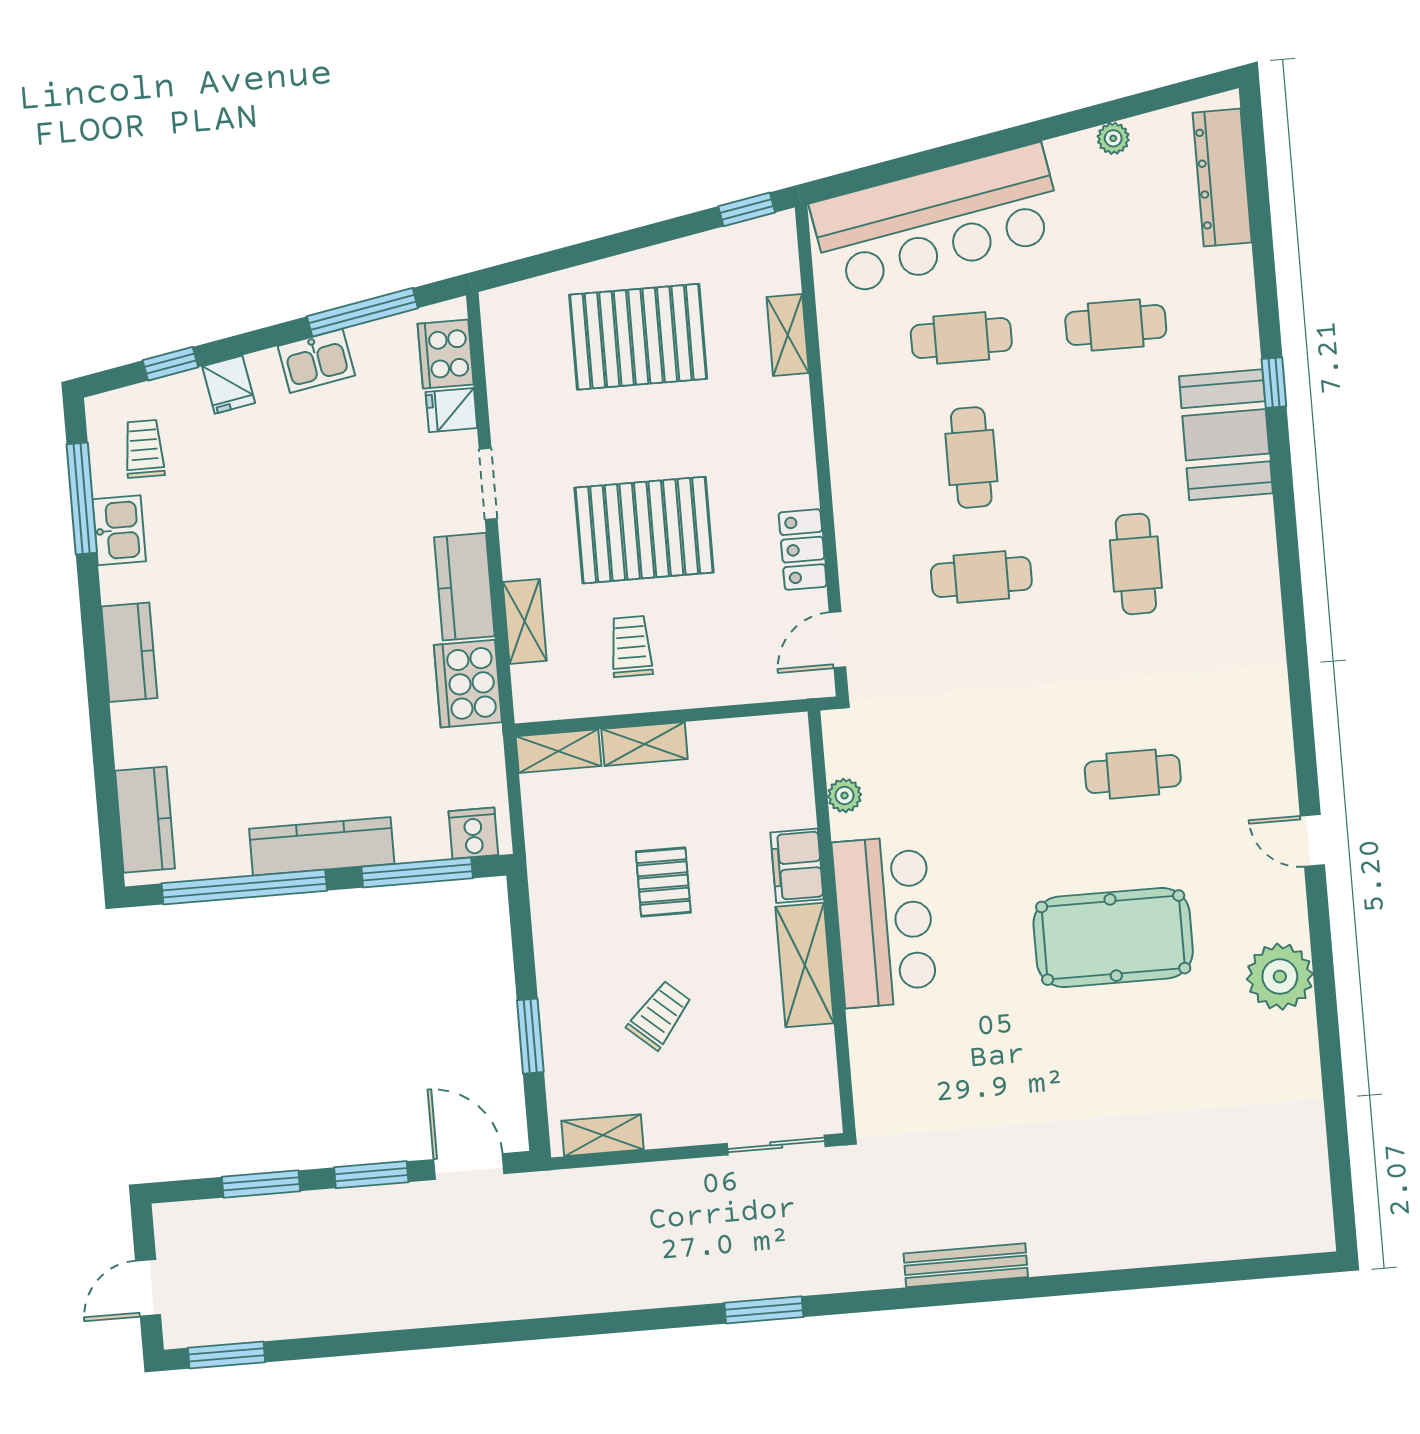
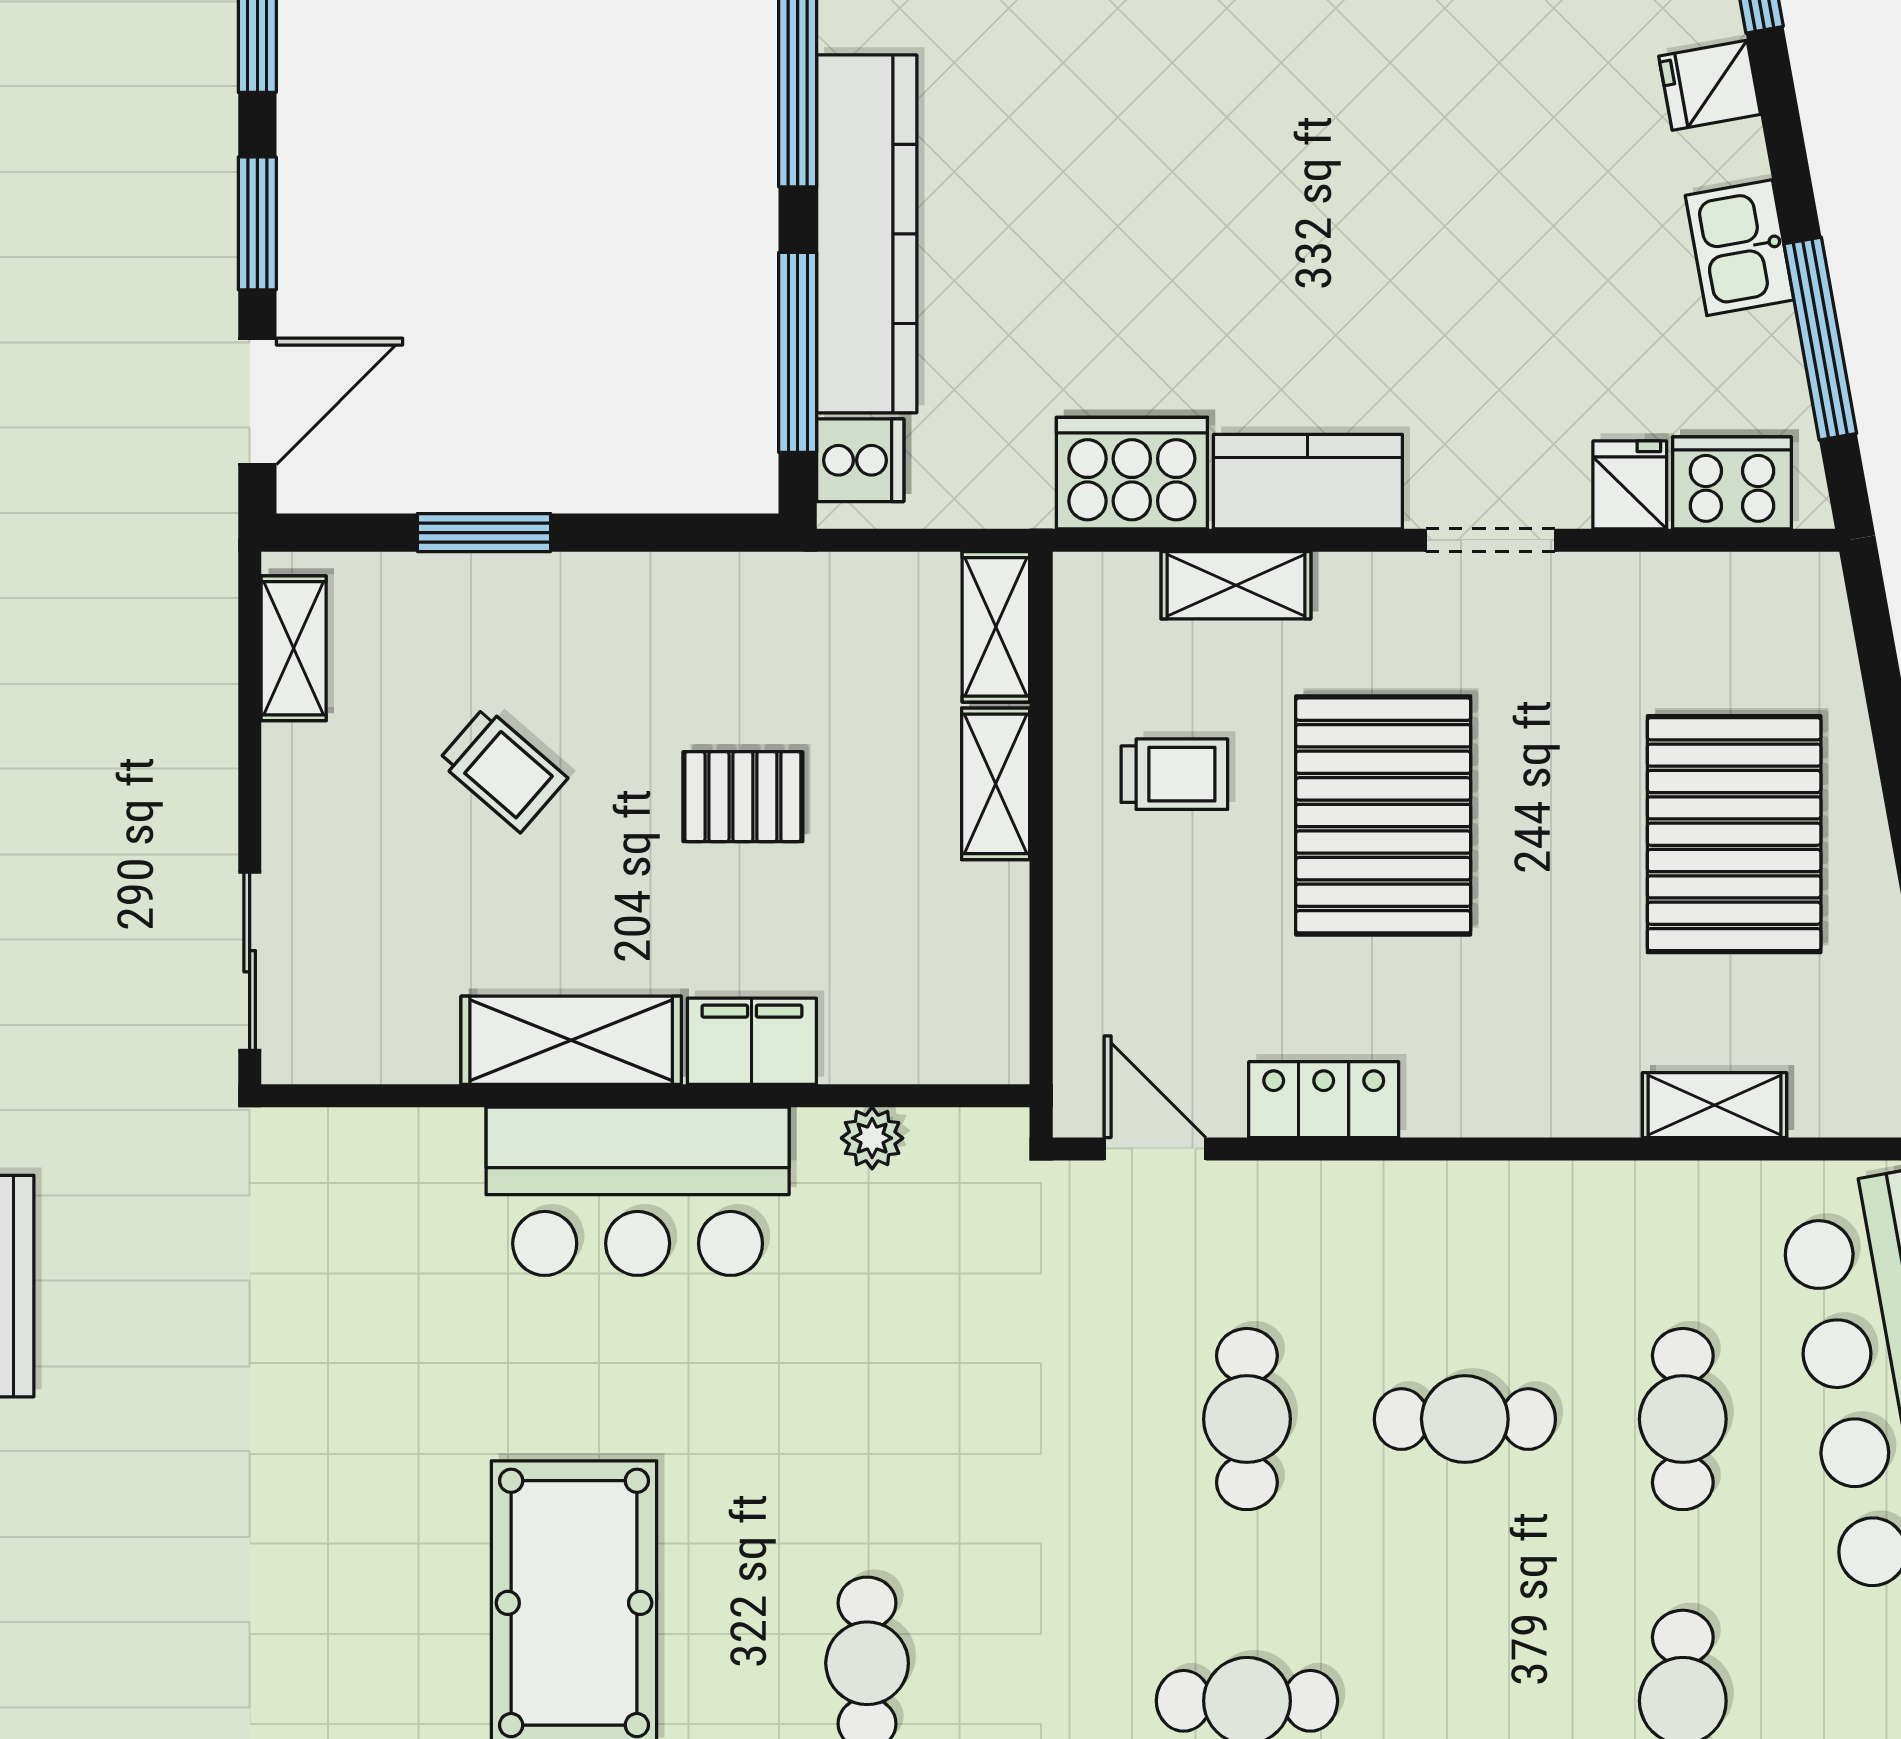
kitchen counter: (322, 846) -> (867, 234), width x1.39, depth x1.17

